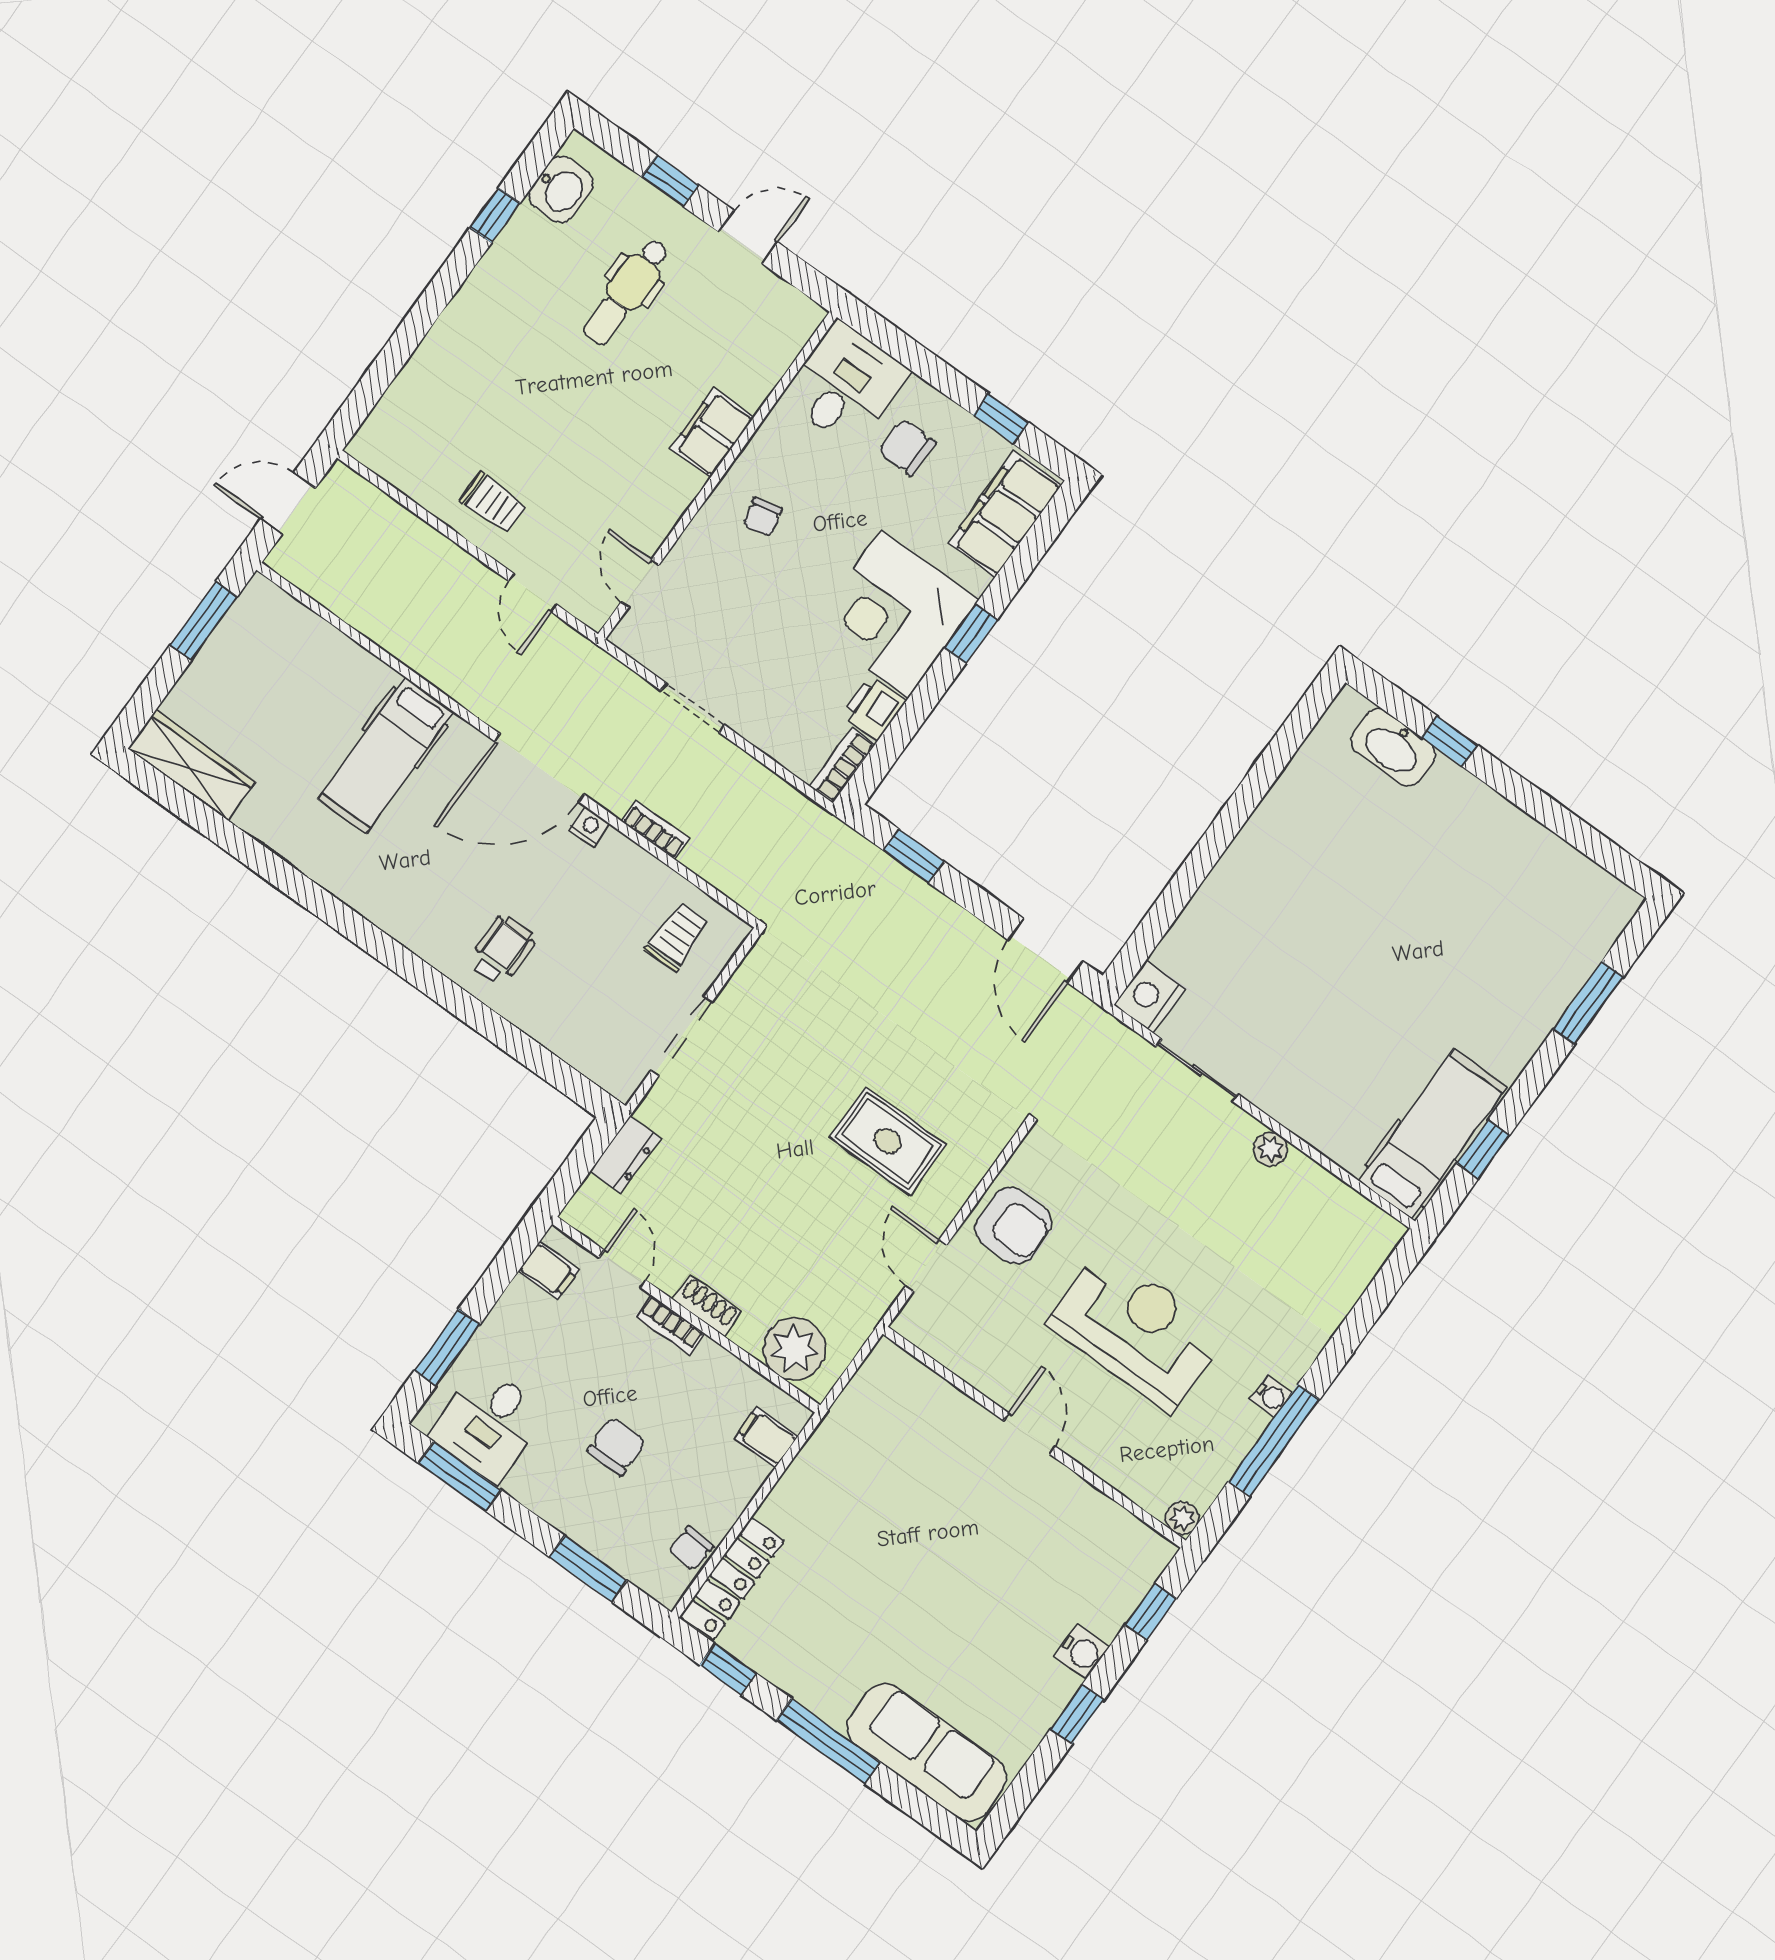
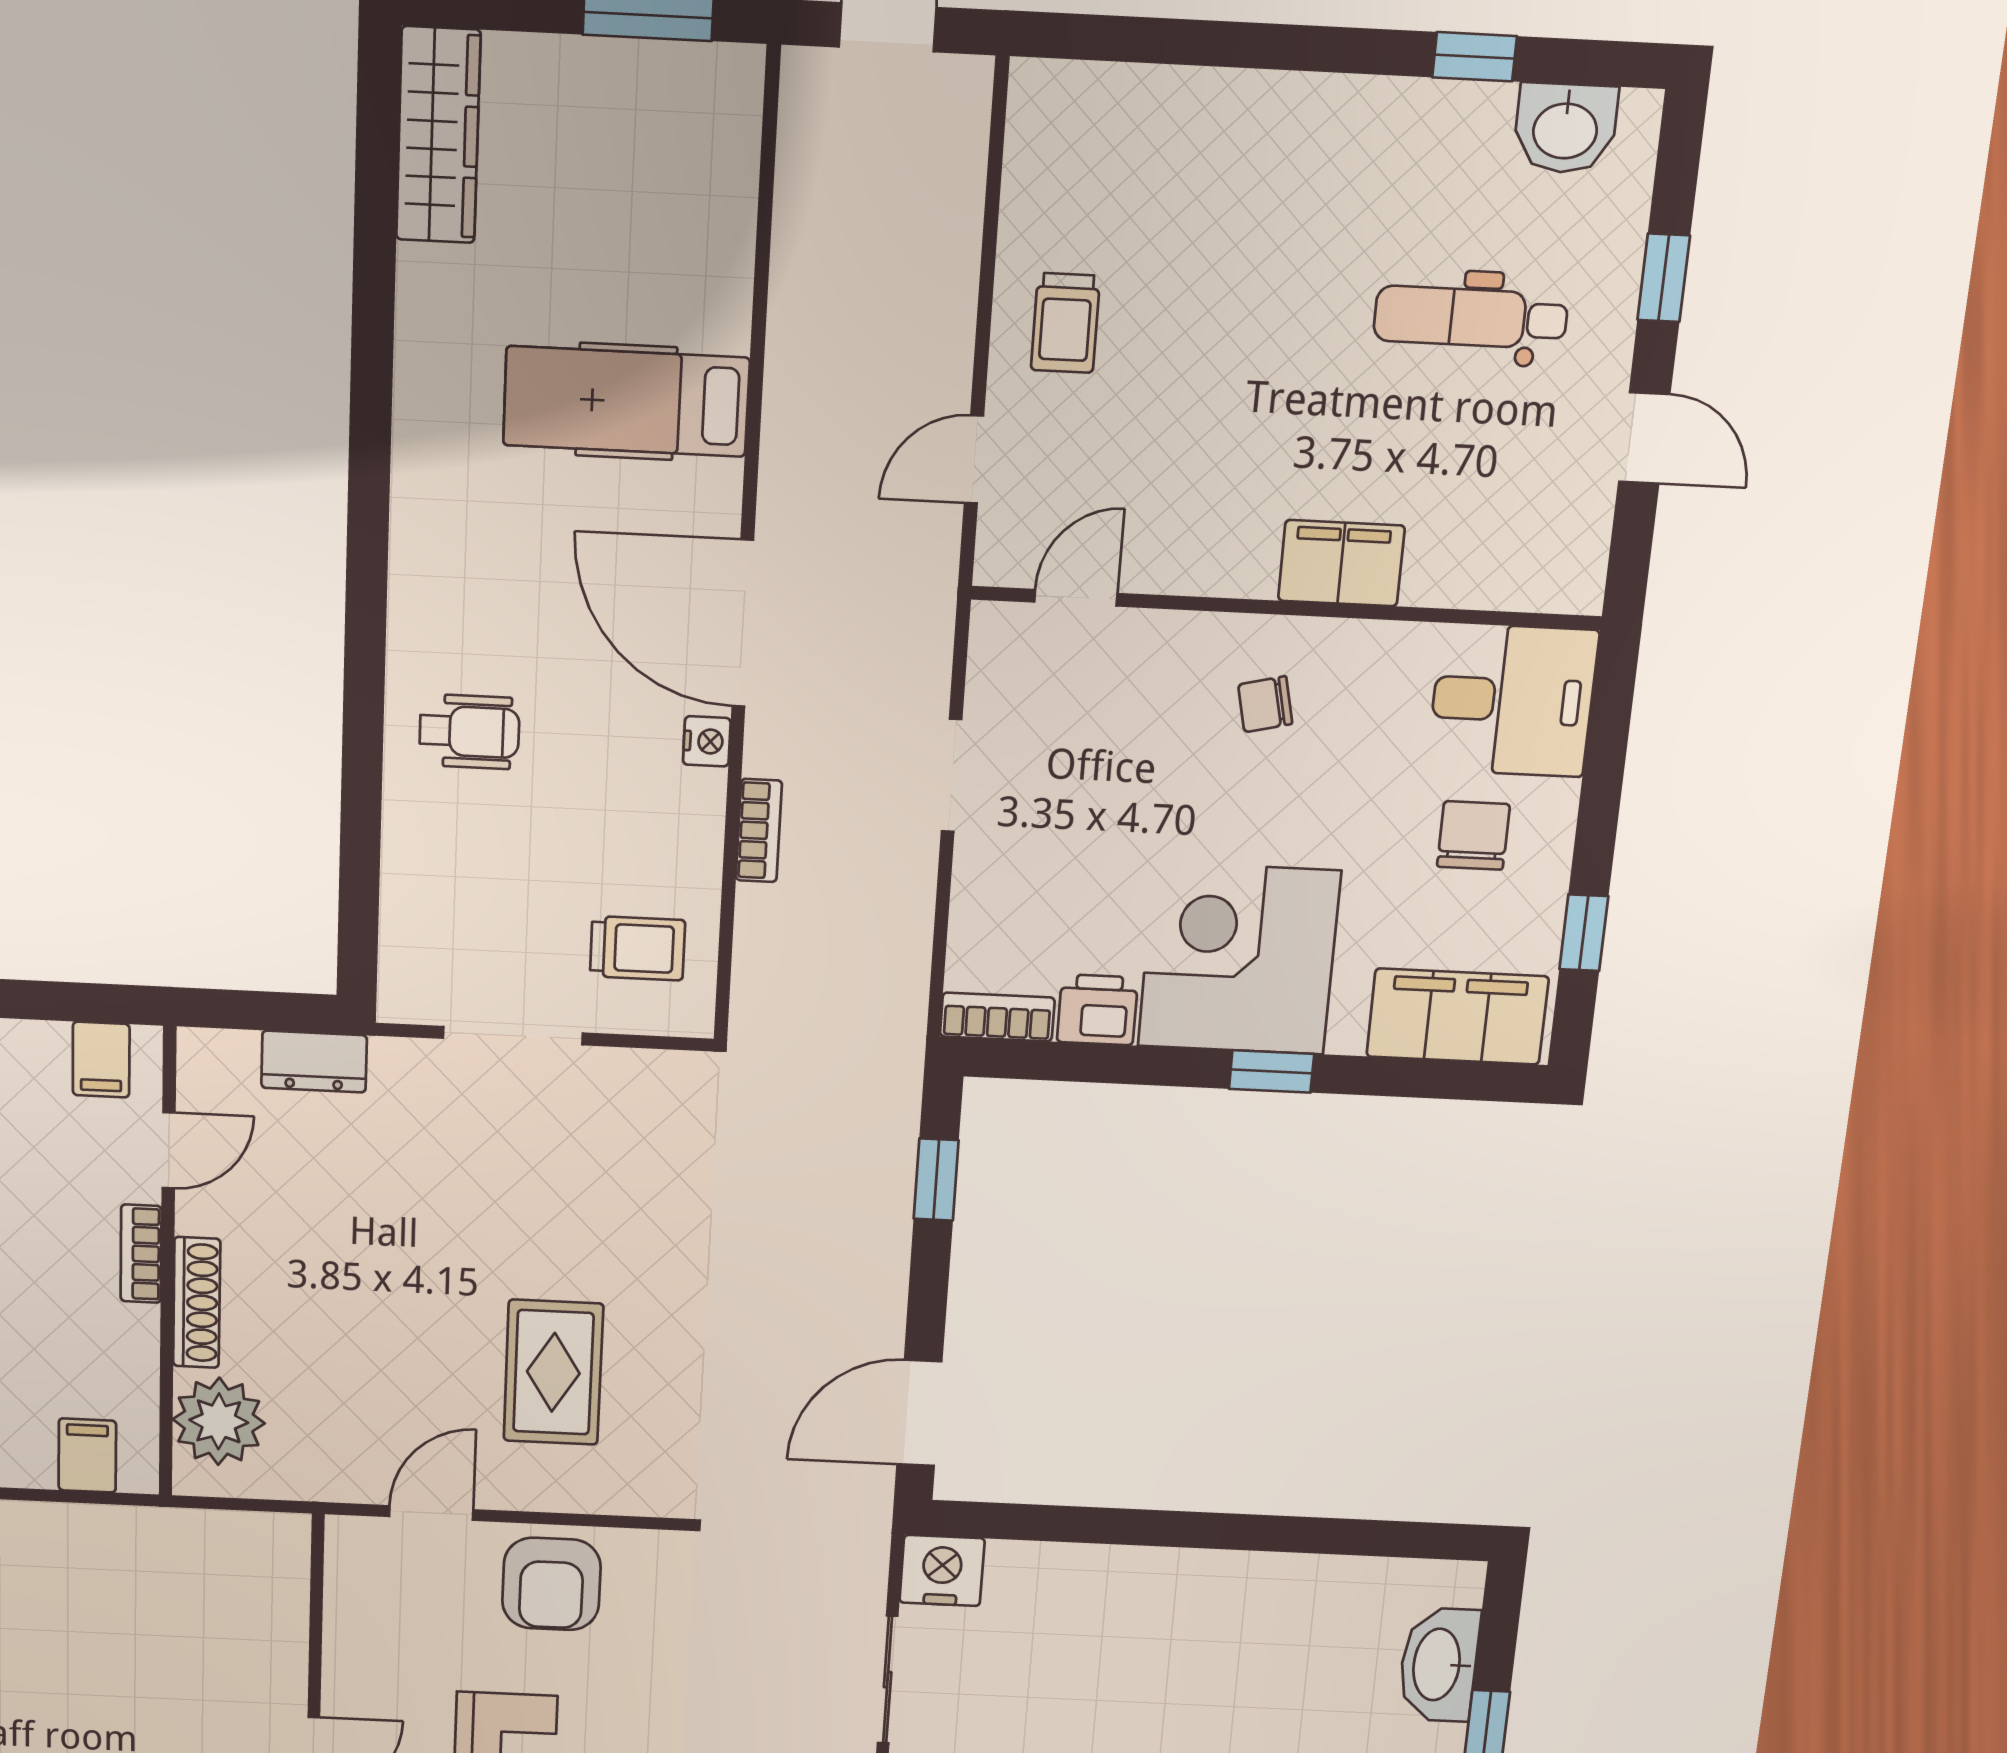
shoe rack: (707, 1306) -> (197, 1303), width x1.43

